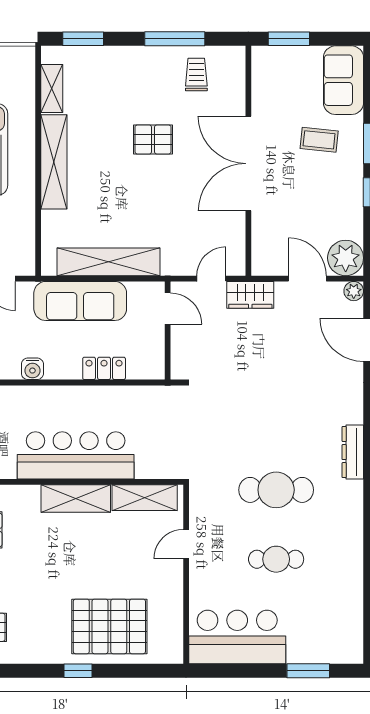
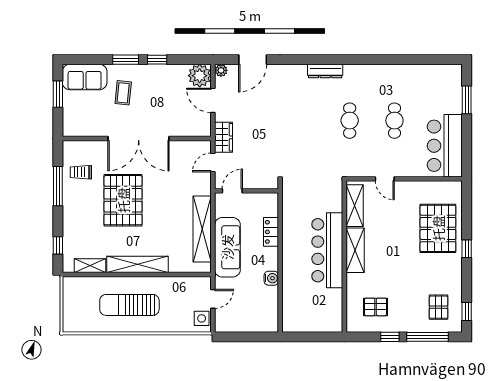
window: (83, 39) -> (58, 245), width x0.67
window: (289, 39) -> (58, 94), moved
pallet: (153, 139) -> (123, 200), width x2.05, depth x2.00
door: (211, 279) -> (213, 162), hinge flipped
door: (307, 279) -> (213, 100), hinge flipped
cafe table: (276, 490) -> (350, 121), width x0.73, depth x0.74

